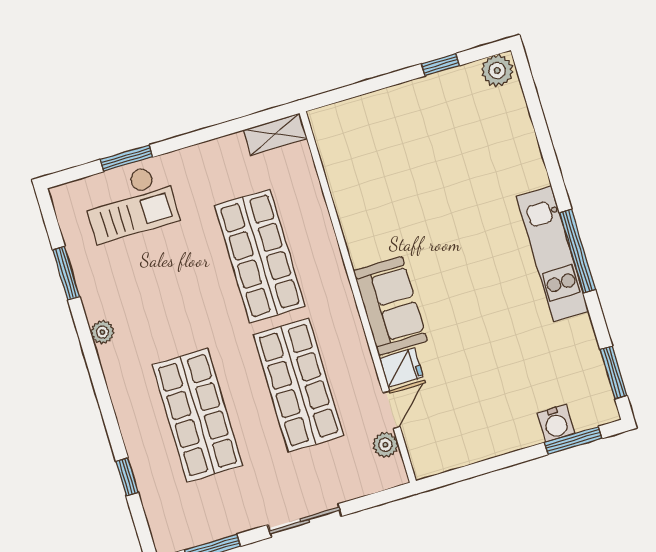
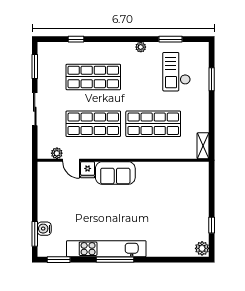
checkout: (130, 203) -> (176, 72), moved
kitchen unit: (553, 254) -> (106, 249), width x1.36

